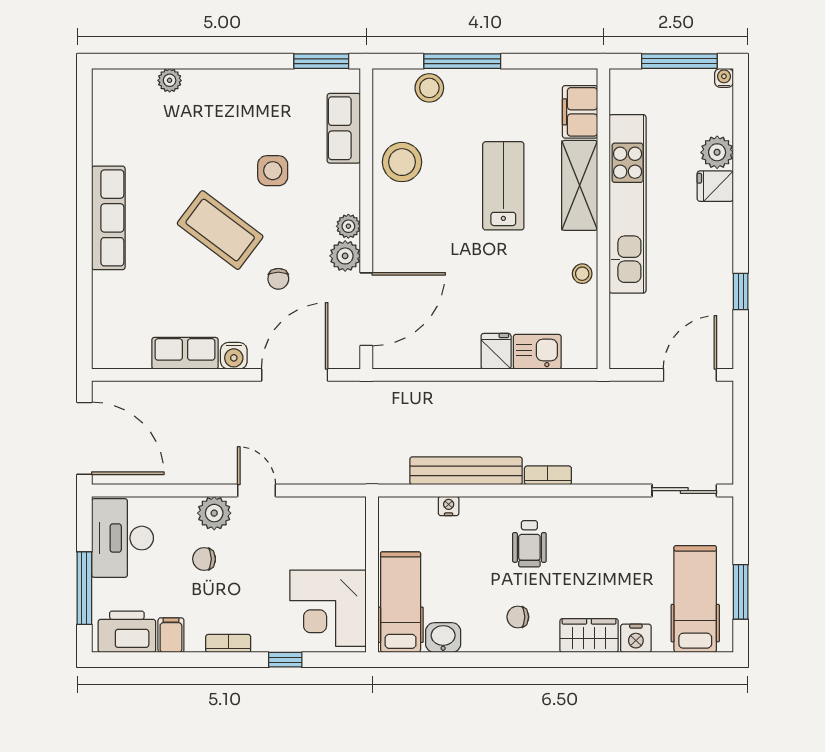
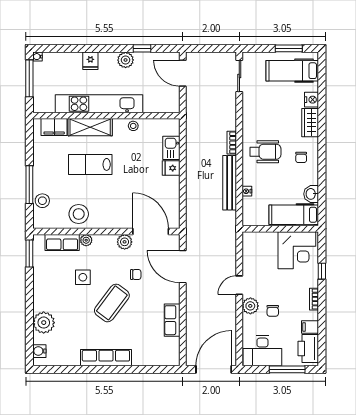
plant: (170, 80) -> (44, 323), width x1.88, depth x1.88
plant: (717, 152) -> (126, 60), moved
plant: (348, 226) -> (86, 240), moved
water cooler: (234, 356) -> (39, 351), moved, turned 180
wheelchair: (529, 544) -> (265, 152), width x1.36, depth x1.37

